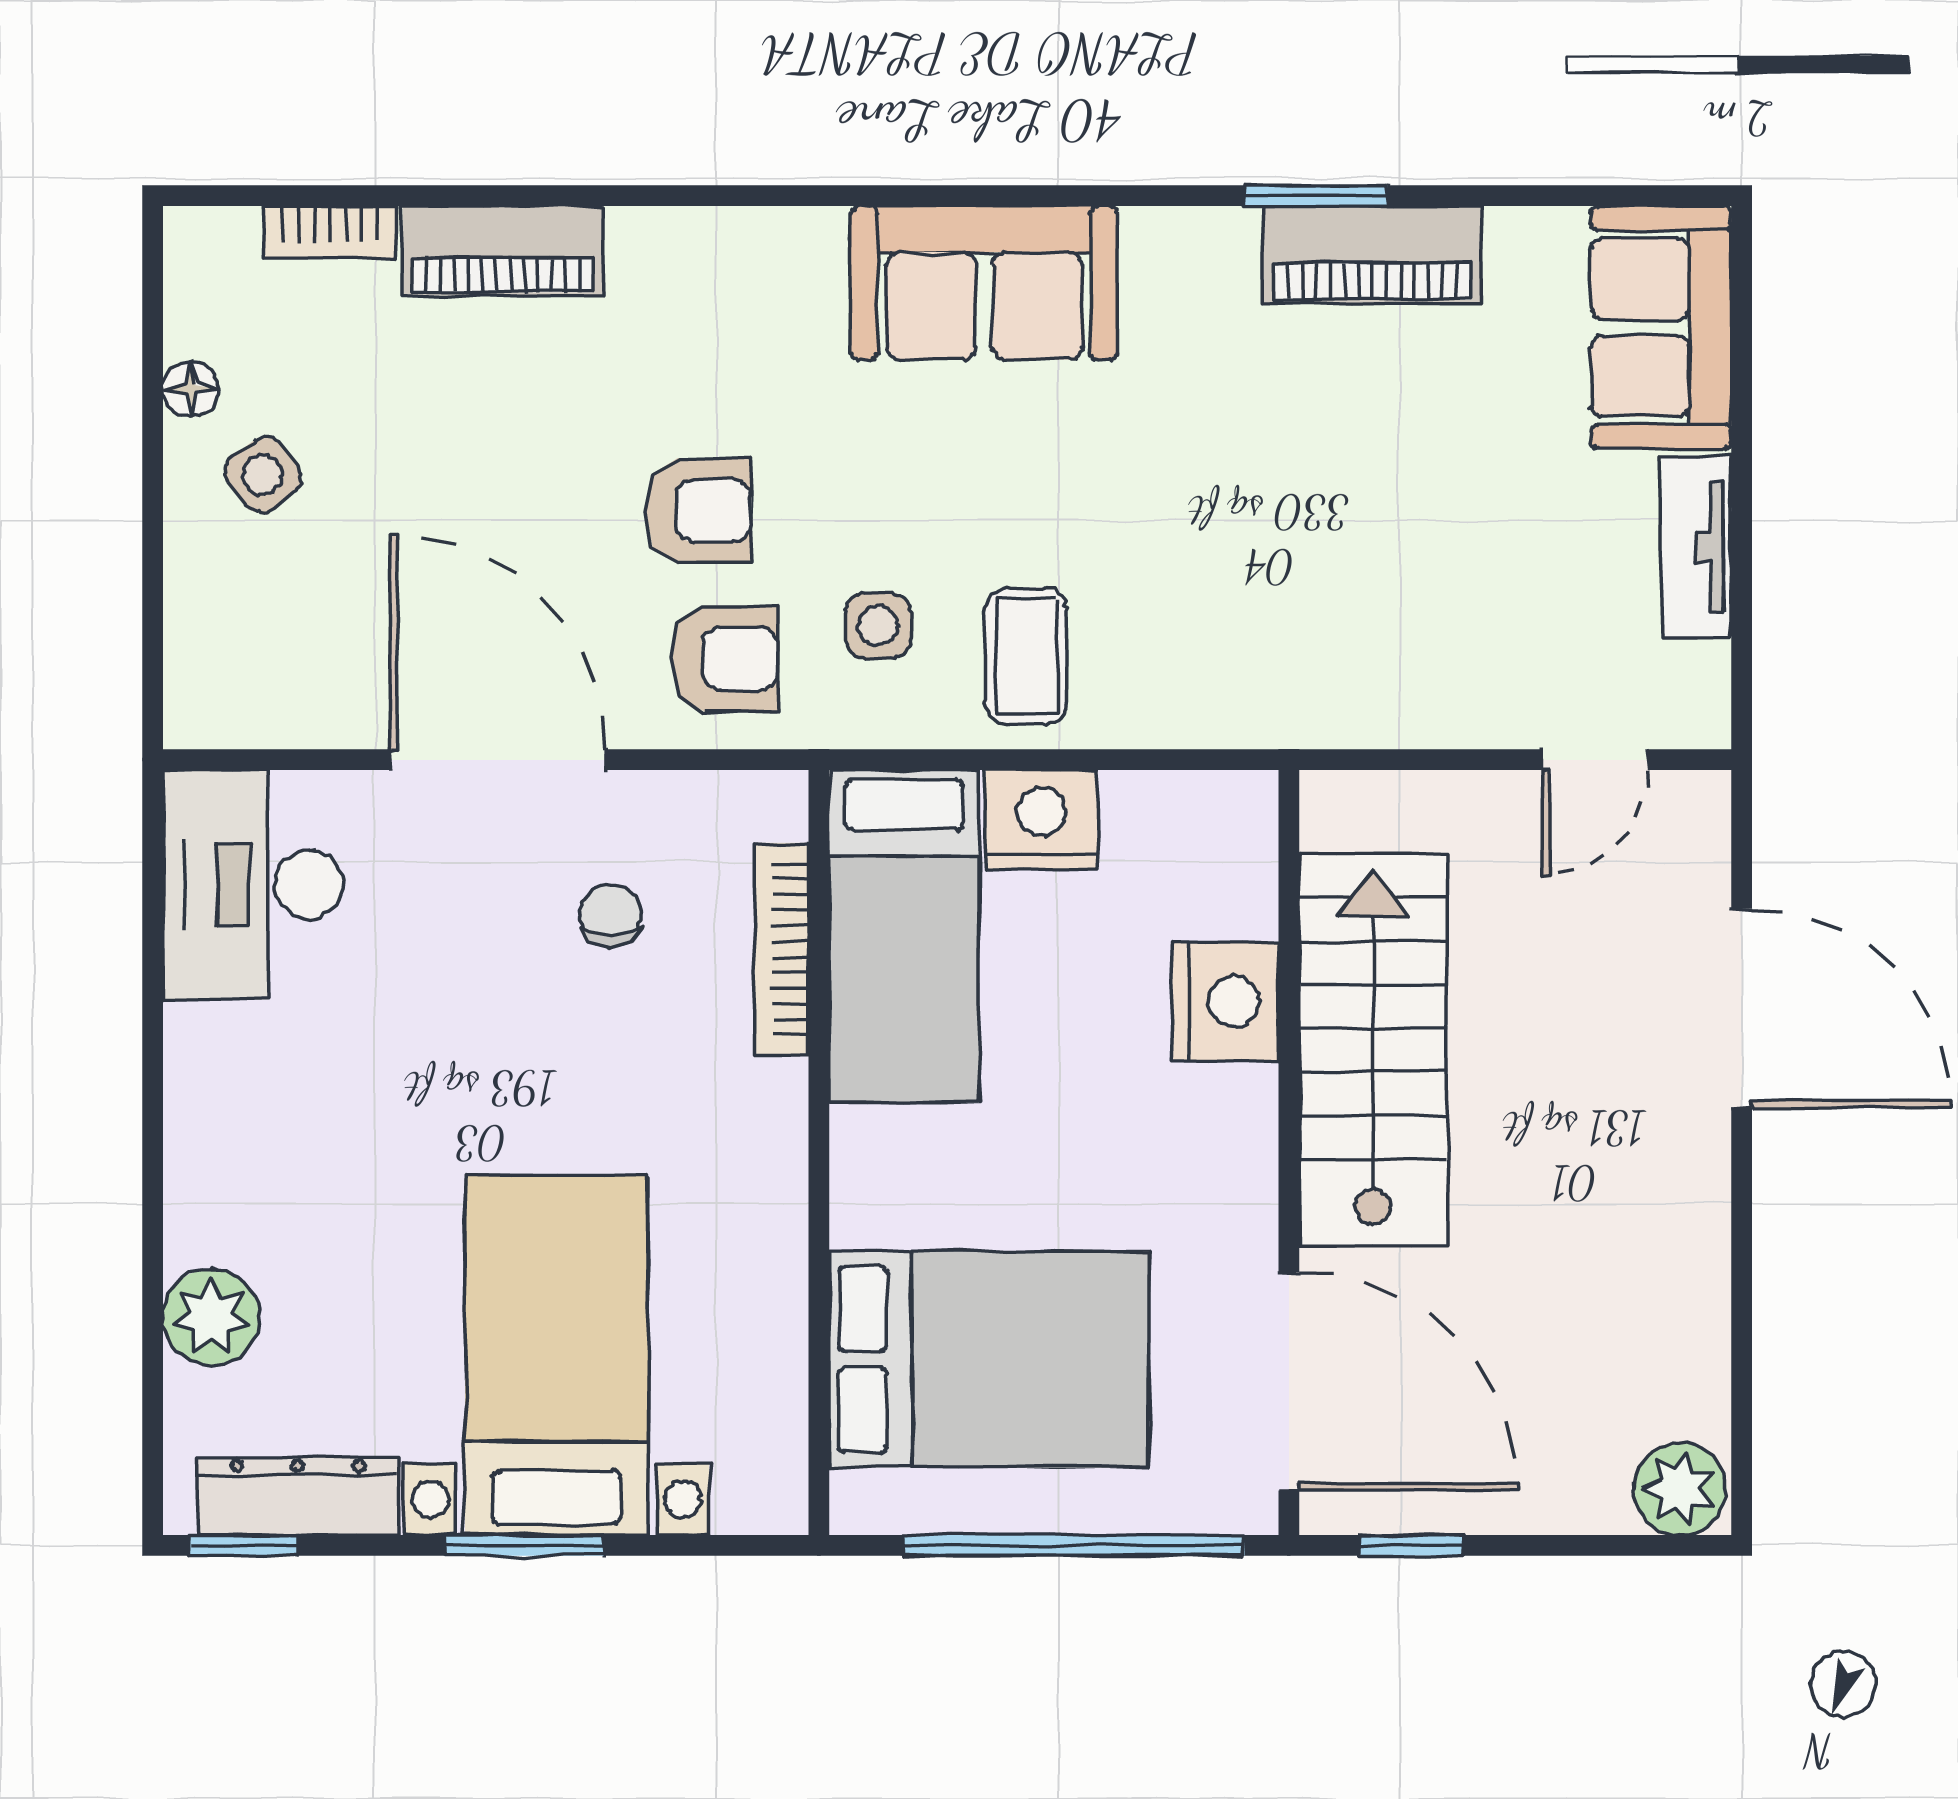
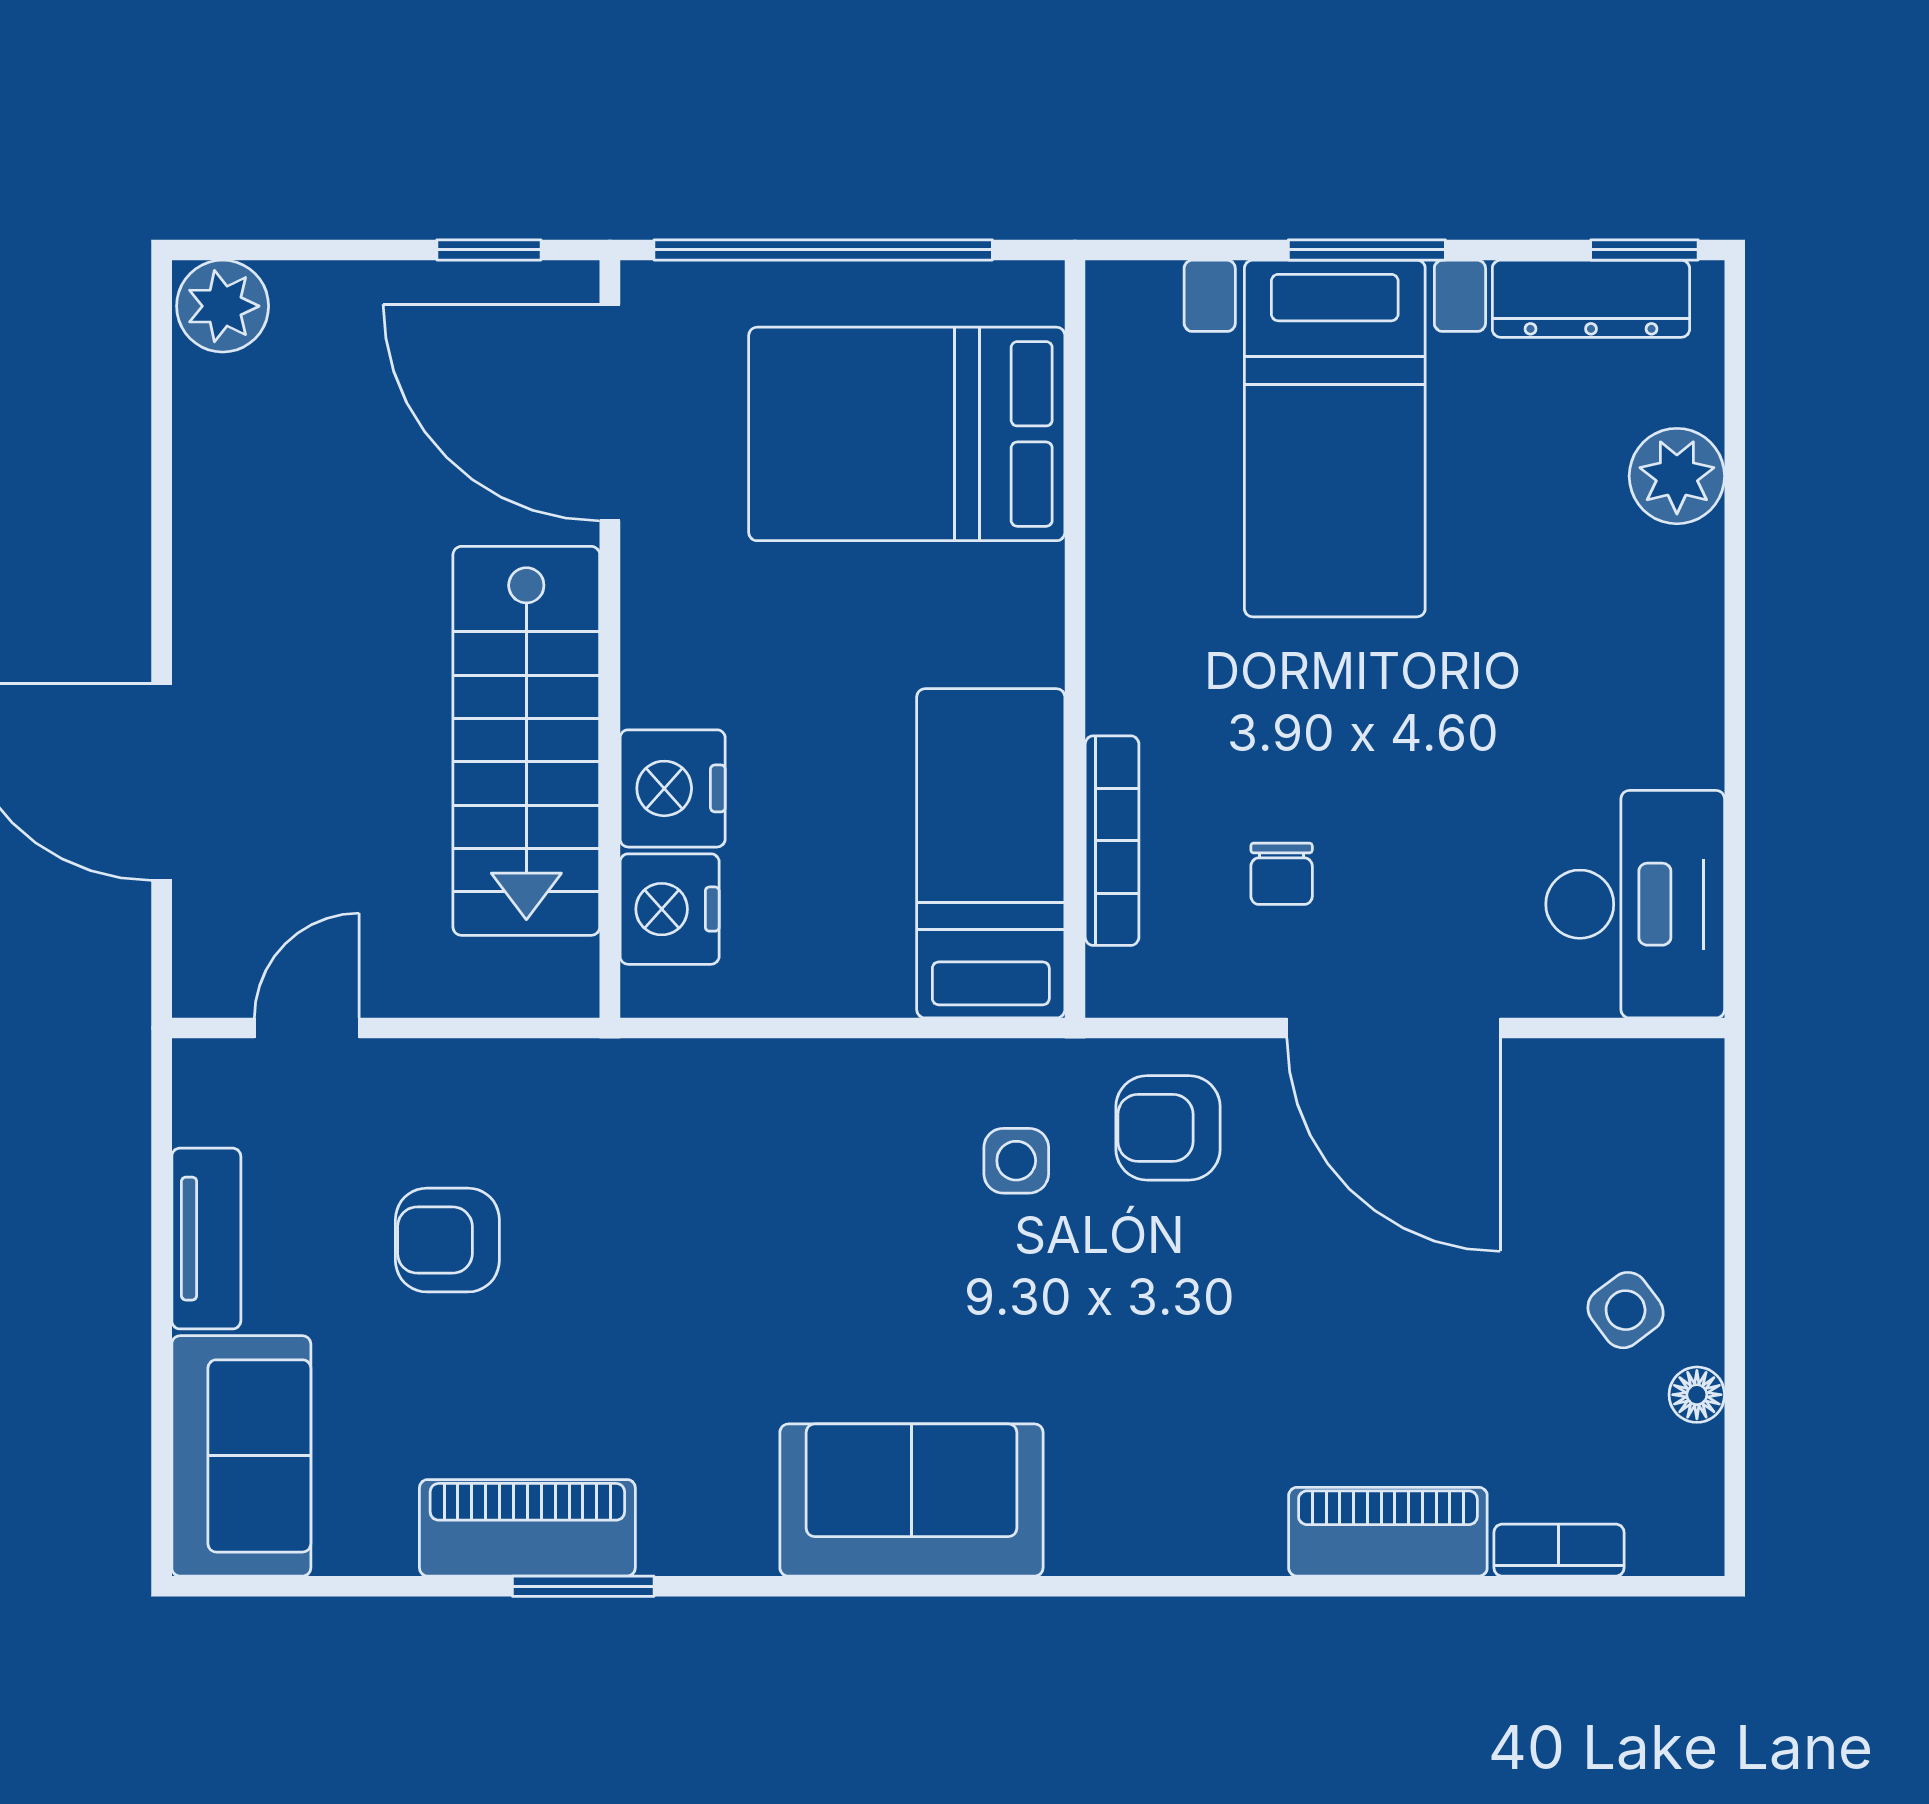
armchair: (699, 511) -> (447, 1240), moved
coffee table: (1026, 656) -> (870, 1130), removed
nightstand: (1041, 820) -> (670, 909), moved, turned 90

